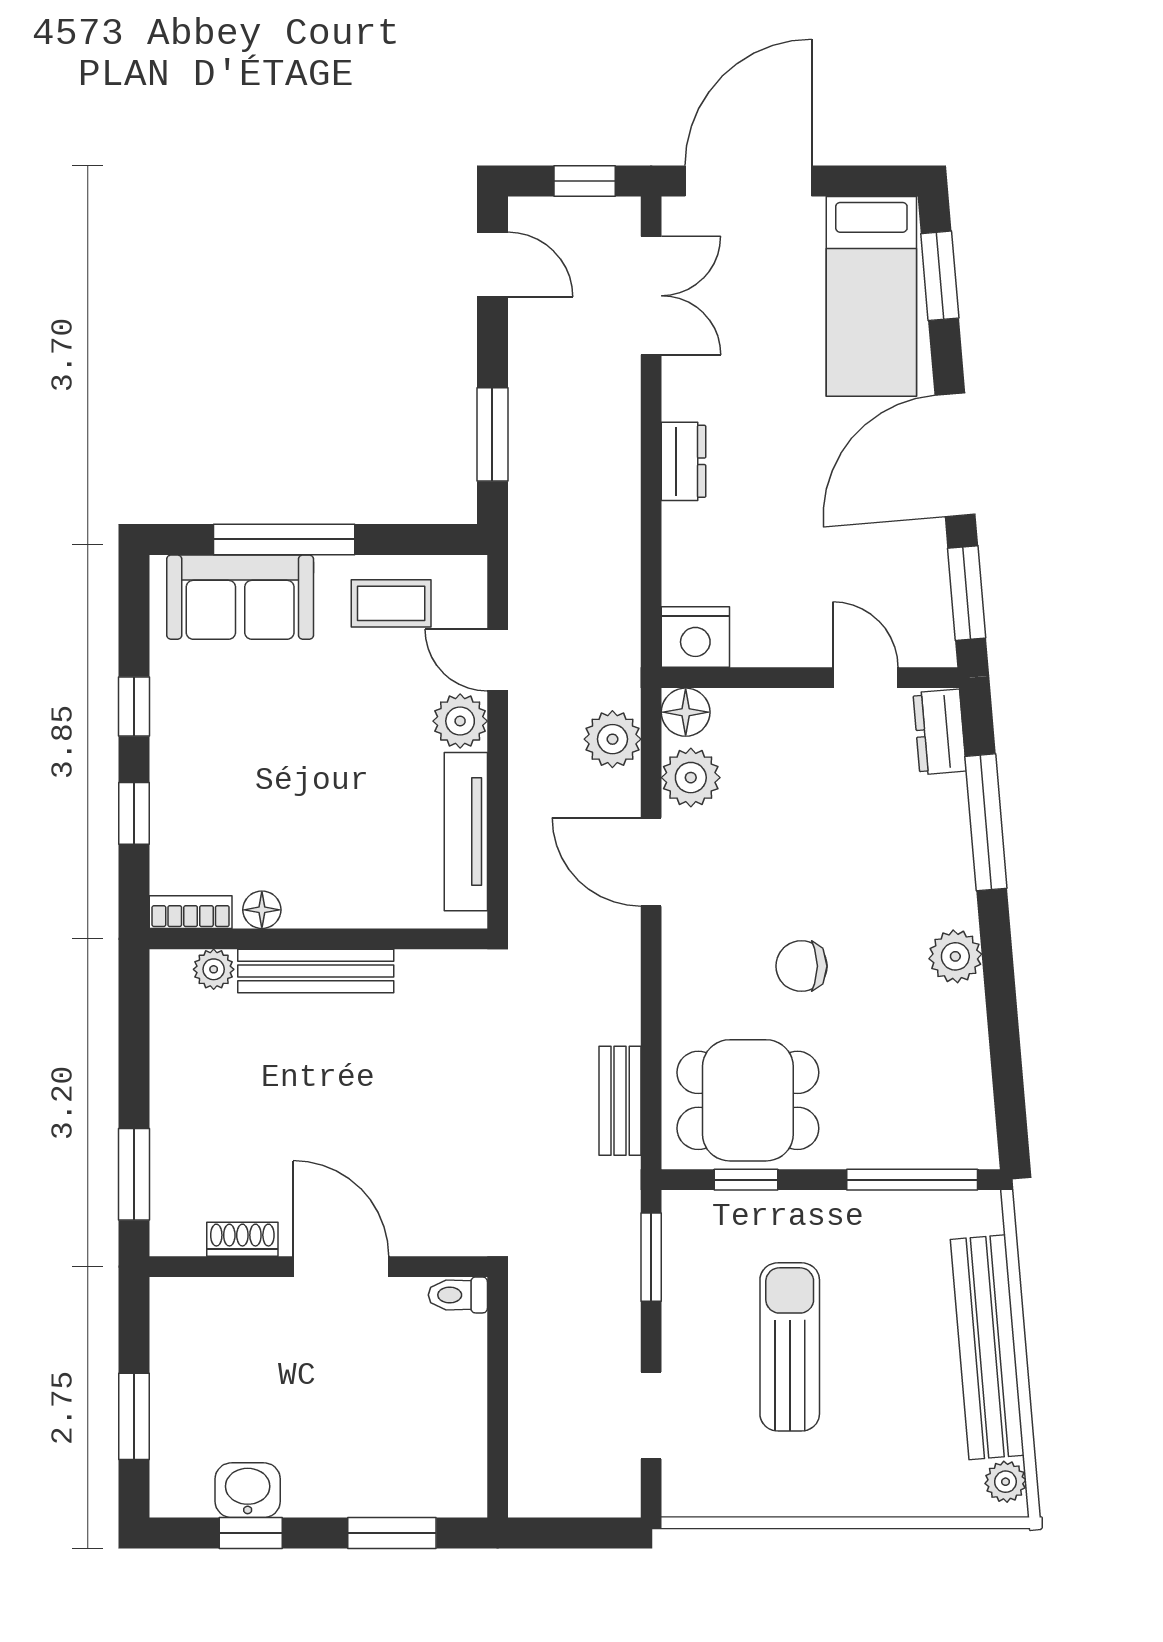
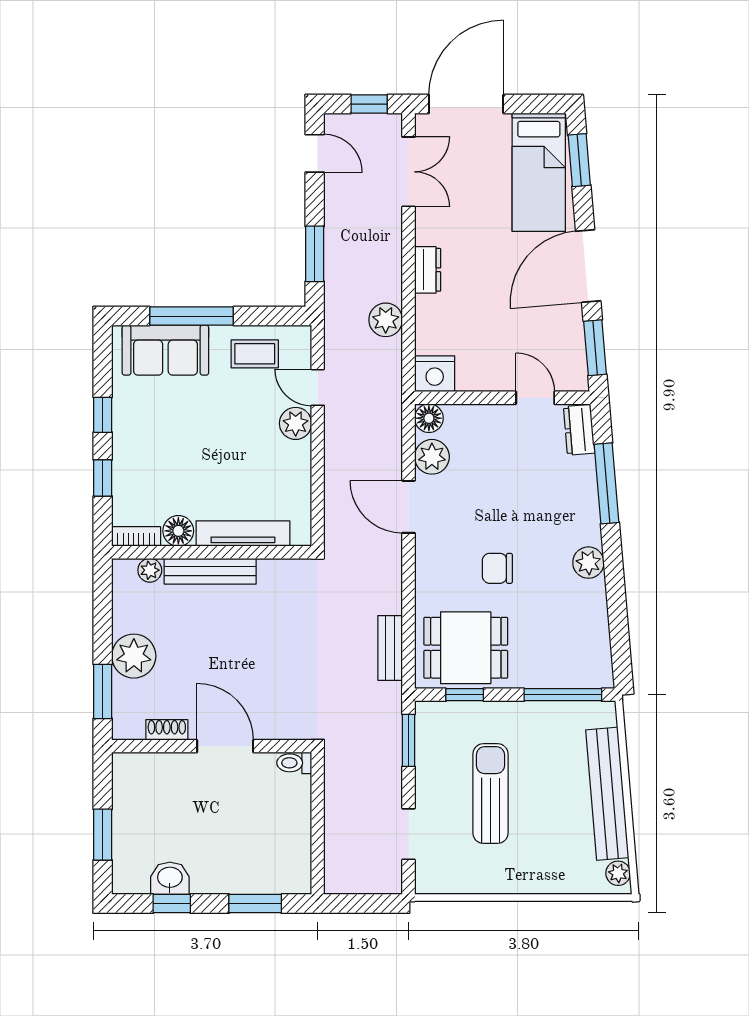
plant: (612, 739) -> (386, 320), moved
tv unit: (466, 832) -> (243, 534), moved, turned 90
floor lamp: (262, 910) -> (178, 531), width x1.37, depth x1.37
plant: (187, 1114) -> (134, 656), added

